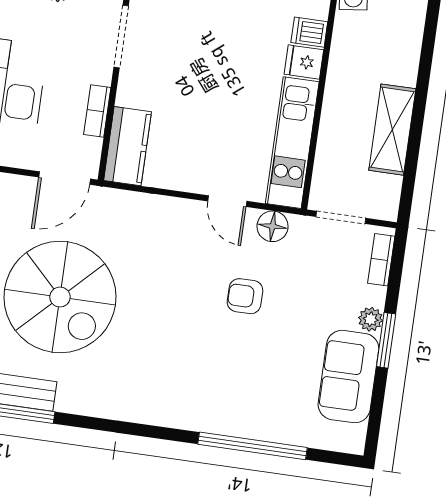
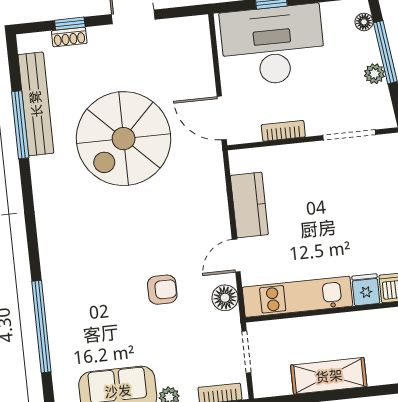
kitchen counter: (128, 146) -> (249, 205), moved, turned -90
armchair: (245, 296) -> (162, 290), turned 90

